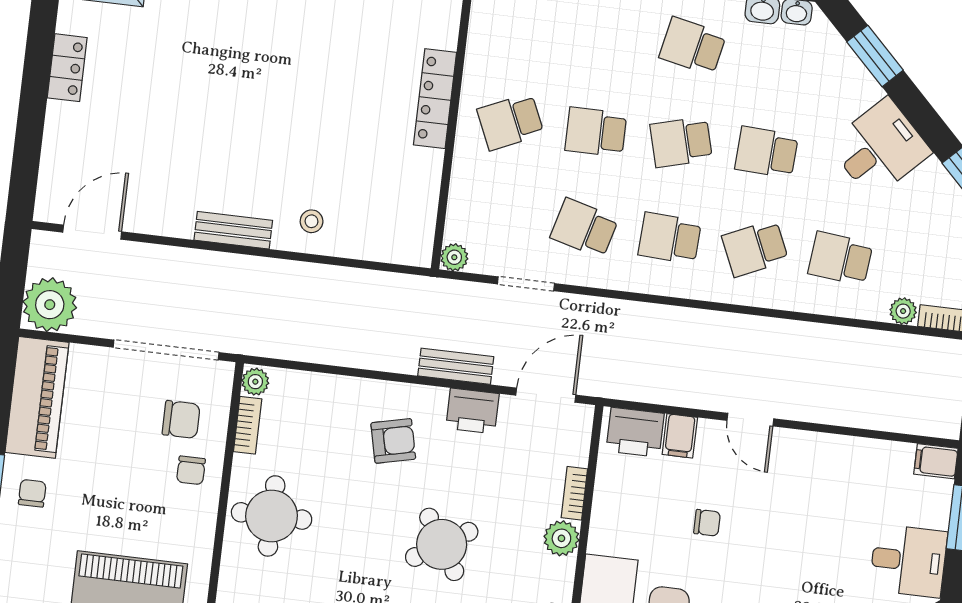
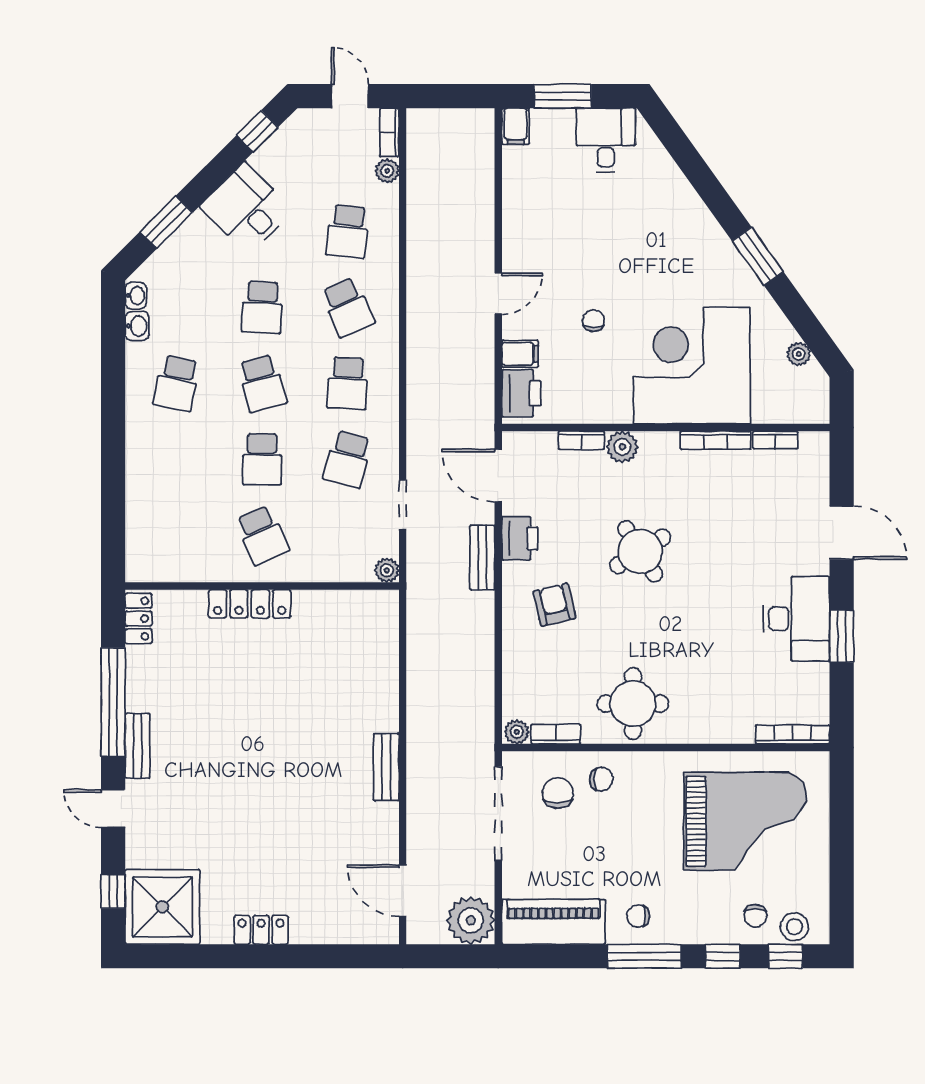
stool: (312, 221) -> (370, 699), removed

